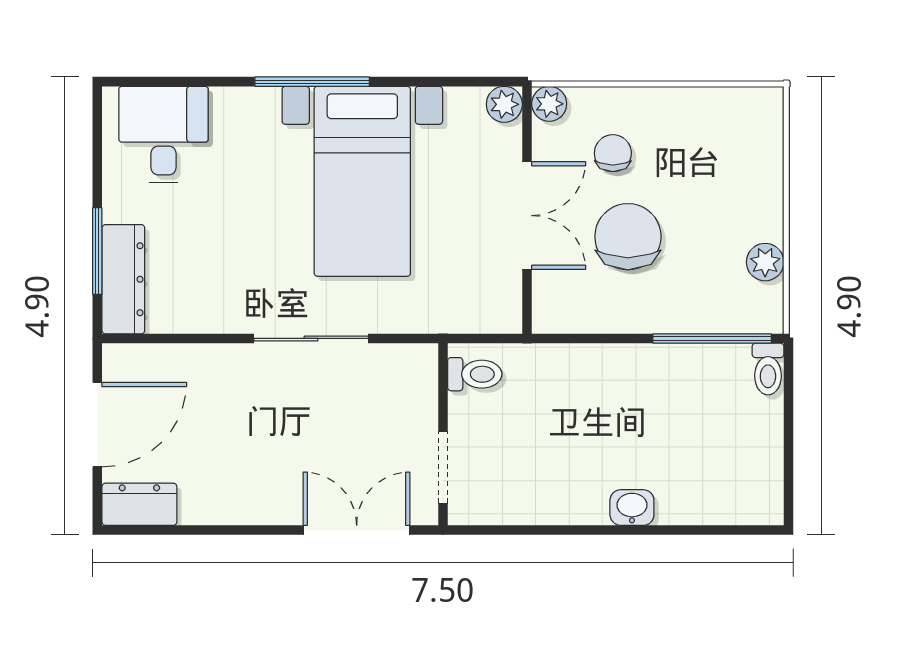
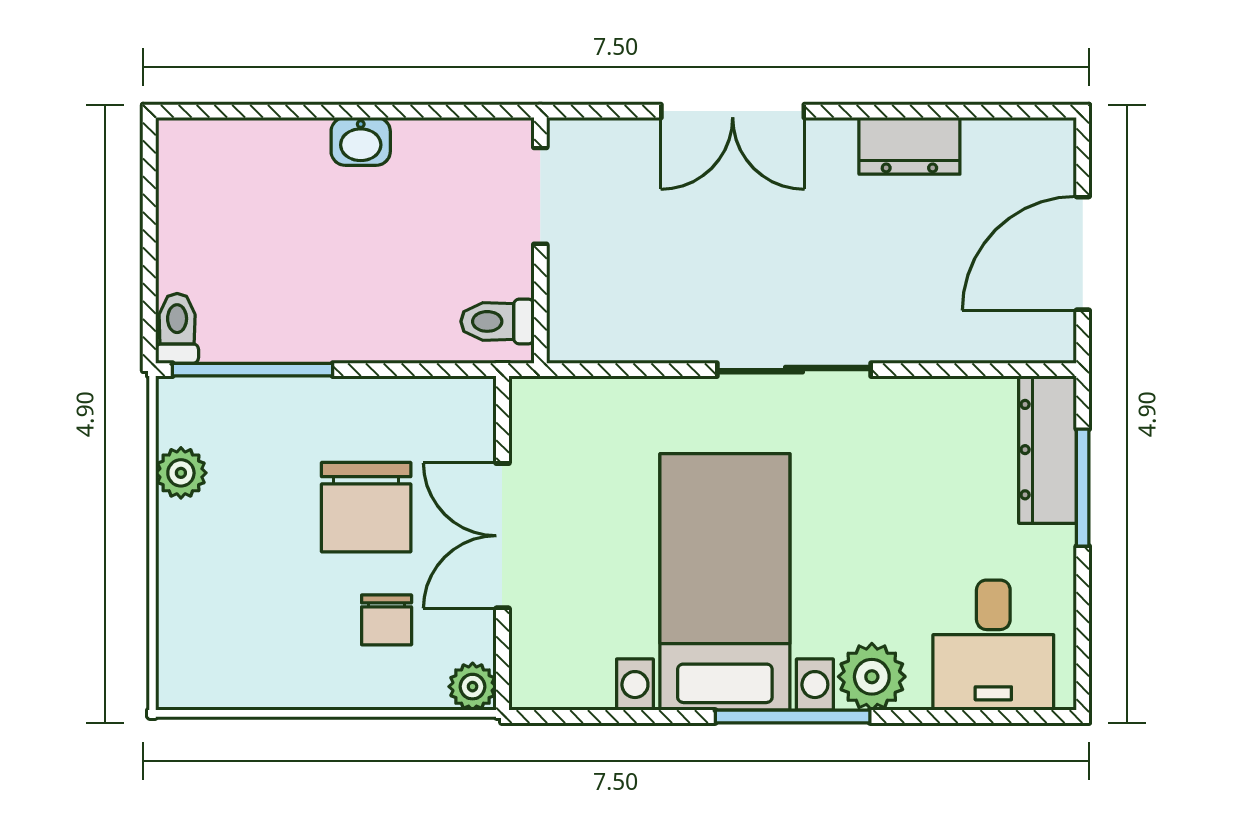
plant: (504, 104) -> (872, 677), moved, width x1.38, depth x1.38
toilet: (475, 374) -> (497, 321), moved
wall: (443, 434) -> (540, 240), moved
doorway: (443, 467) -> (540, 196), moved
dresser: (139, 504) -> (909, 146), moved

